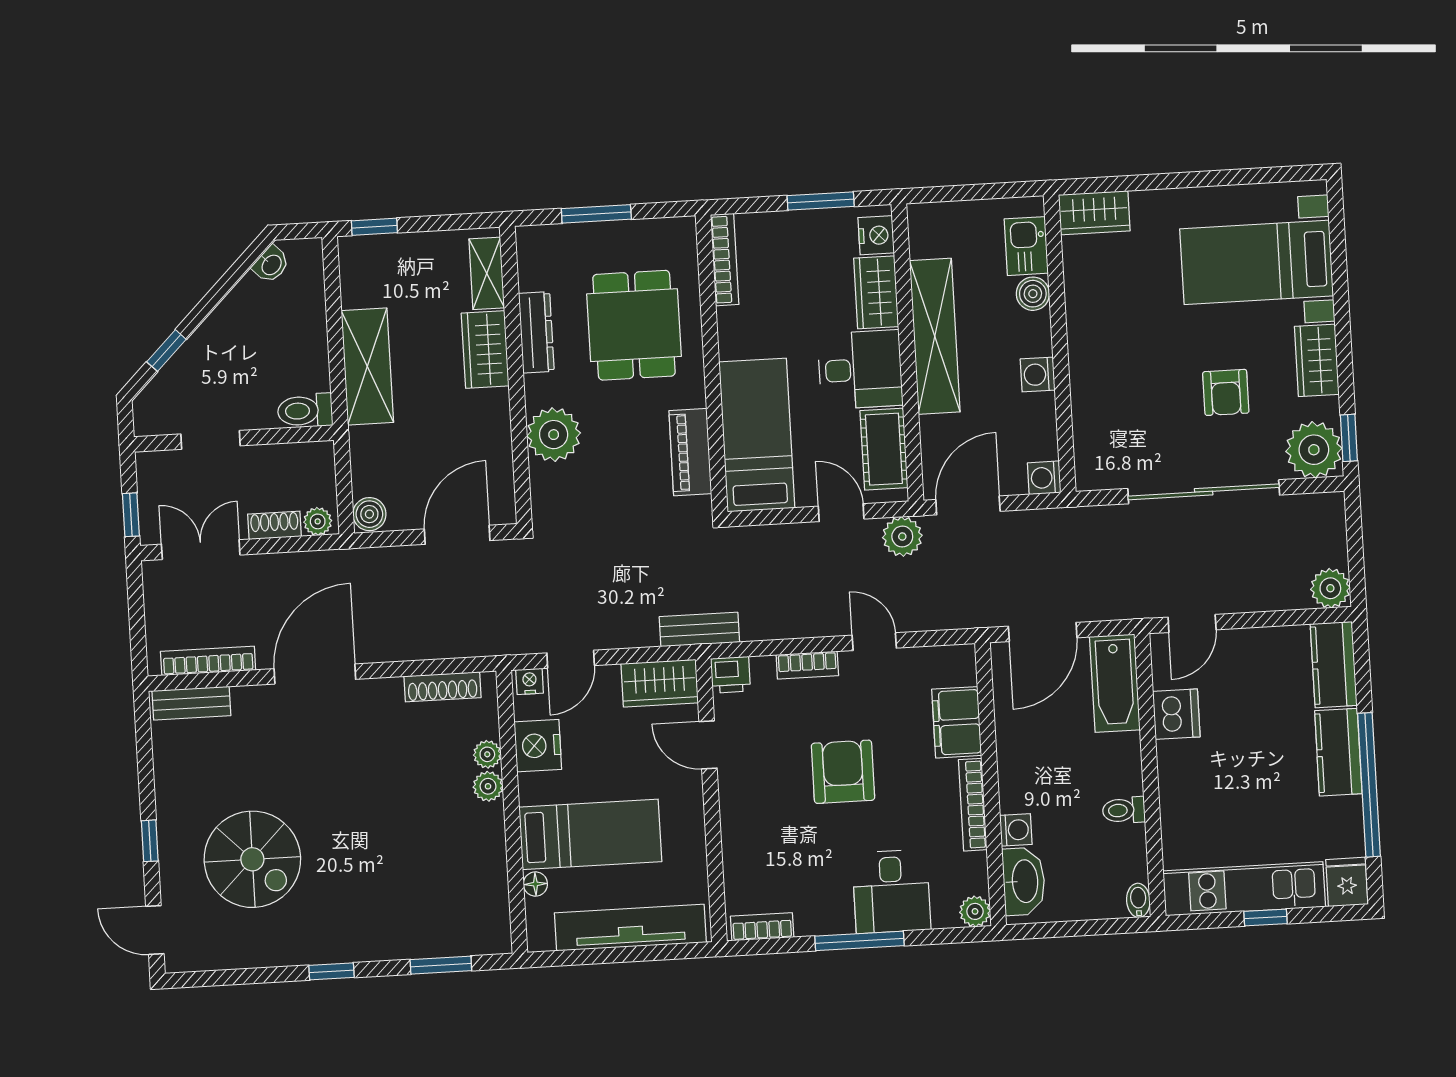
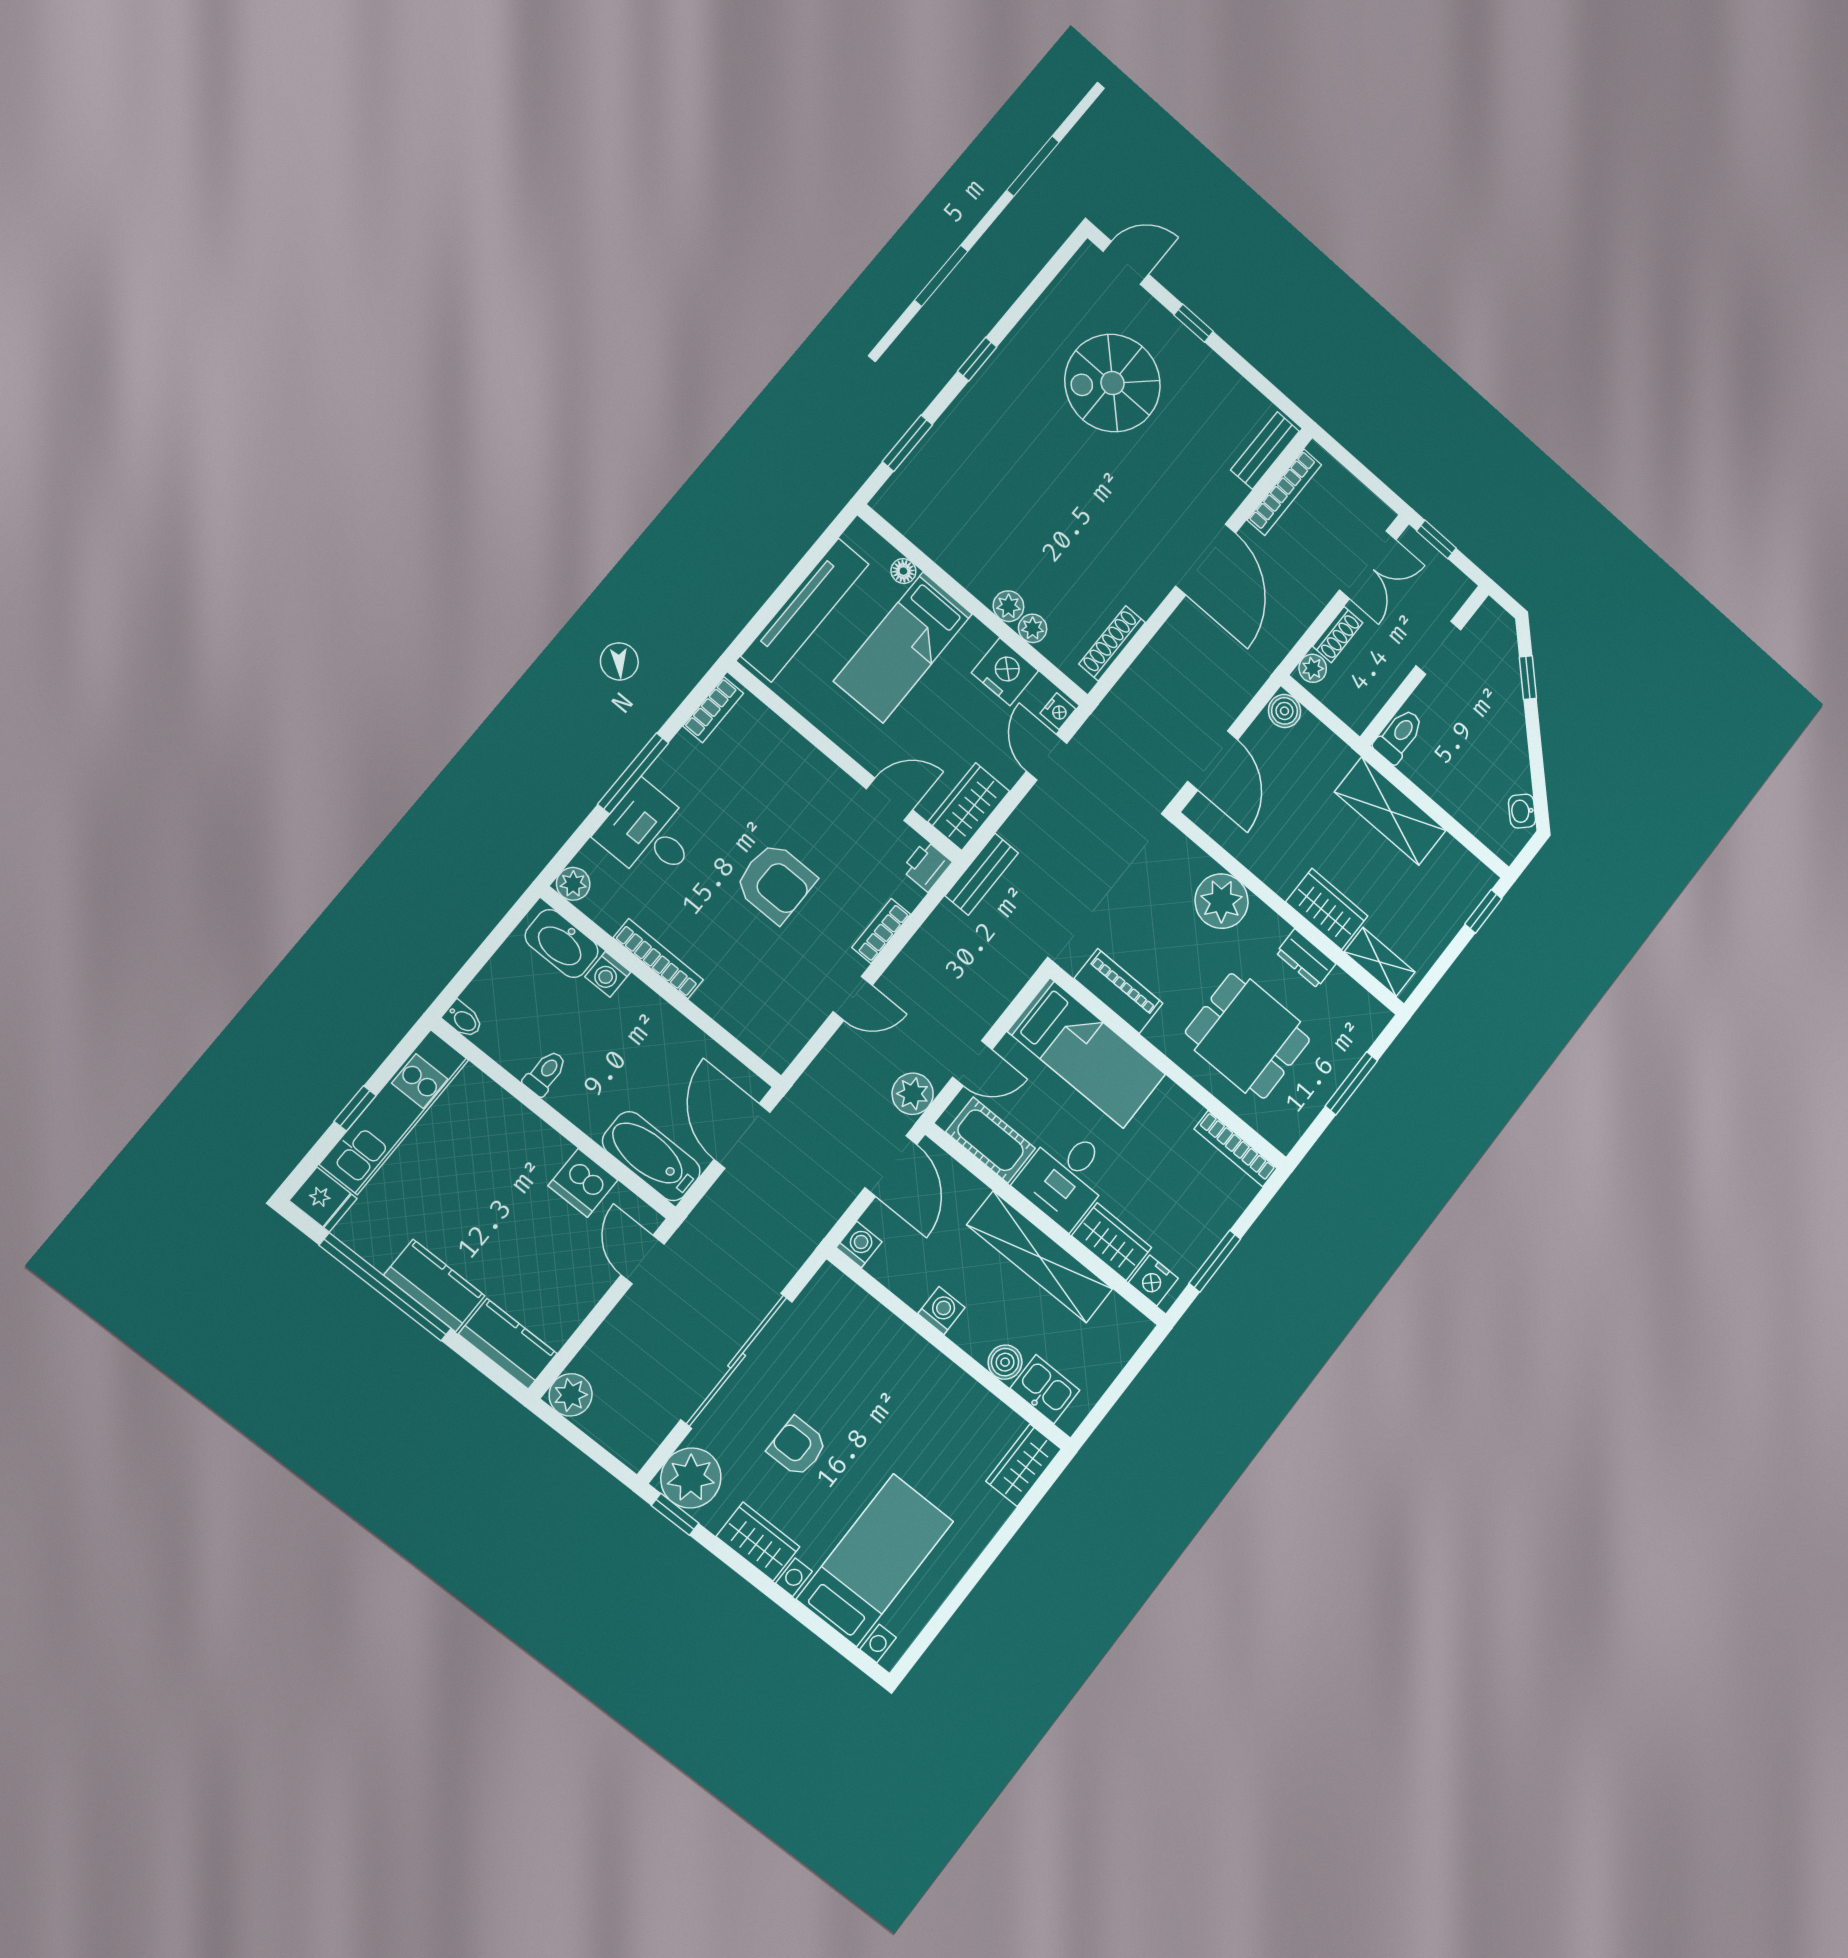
dresser: (536, 332) -> (1306, 958), width x0.70
filing cabinet: (957, 722) -> (733, 1005), removed

